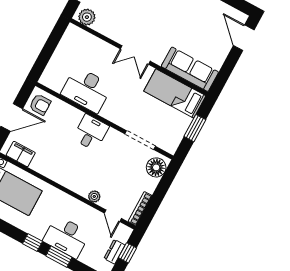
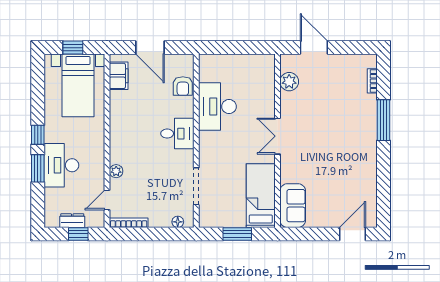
plant: (87, 17) -> (289, 82), moved
sofa: (190, 69) -> (293, 206), width x0.73
armchair: (40, 105) -> (183, 86), moved
floor lamp: (156, 167) -> (178, 222), width x0.53, depth x0.53

